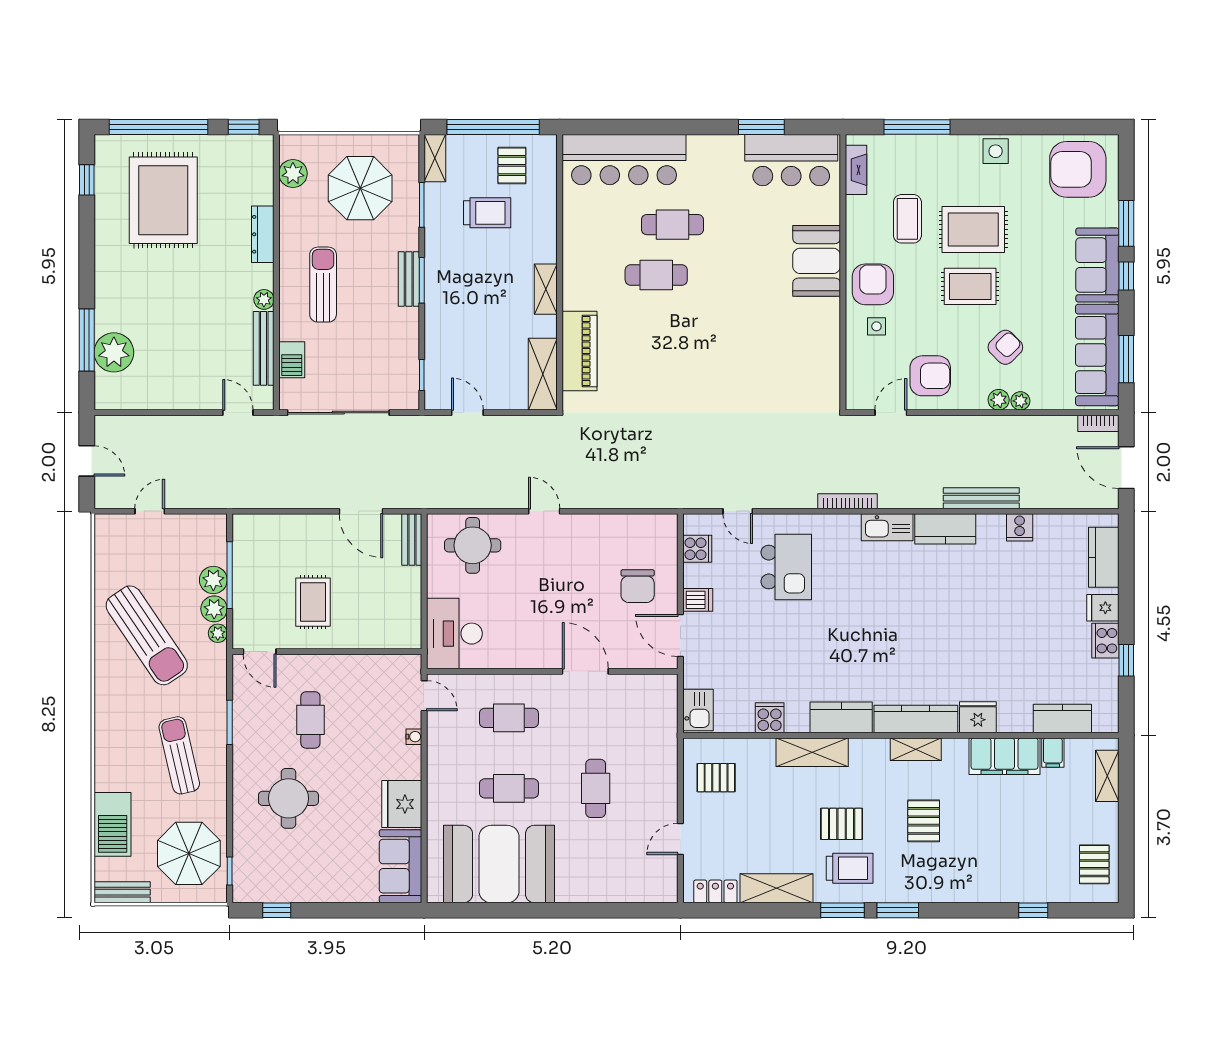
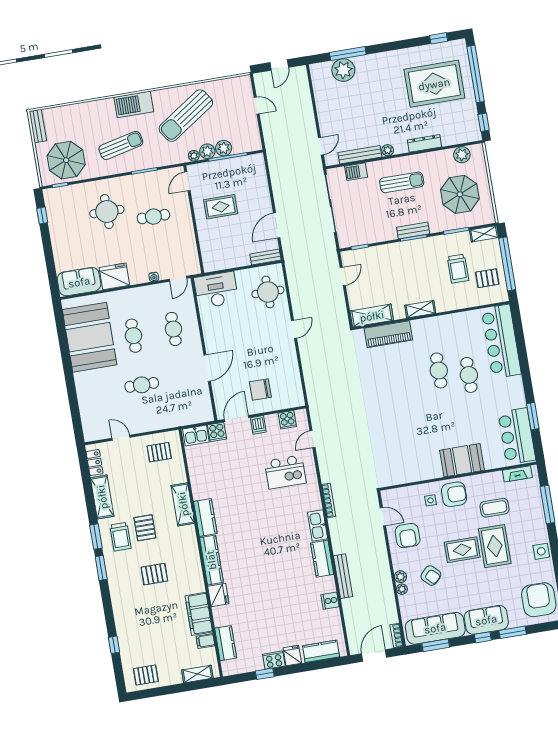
rug: (970, 286) -> (462, 550), turned 90
cooker: (770, 718) -> (217, 432), moved, turned 90
shelving: (916, 749) -> (194, 563), removed
pallet: (716, 778) -> (159, 452), turned 90
barbecue: (113, 824) -> (134, 104), moved

